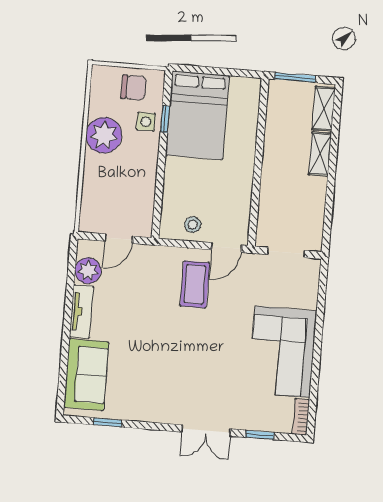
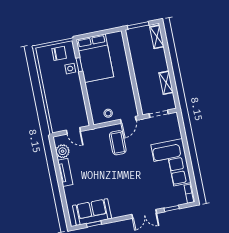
plant: (104, 135) -> (51, 81), removed
shelving: (320, 154) -> (166, 83), moved
door: (119, 239) -> (73, 131), hinge flipped
sofa: (86, 375) -> (92, 212), moved, turned -90

